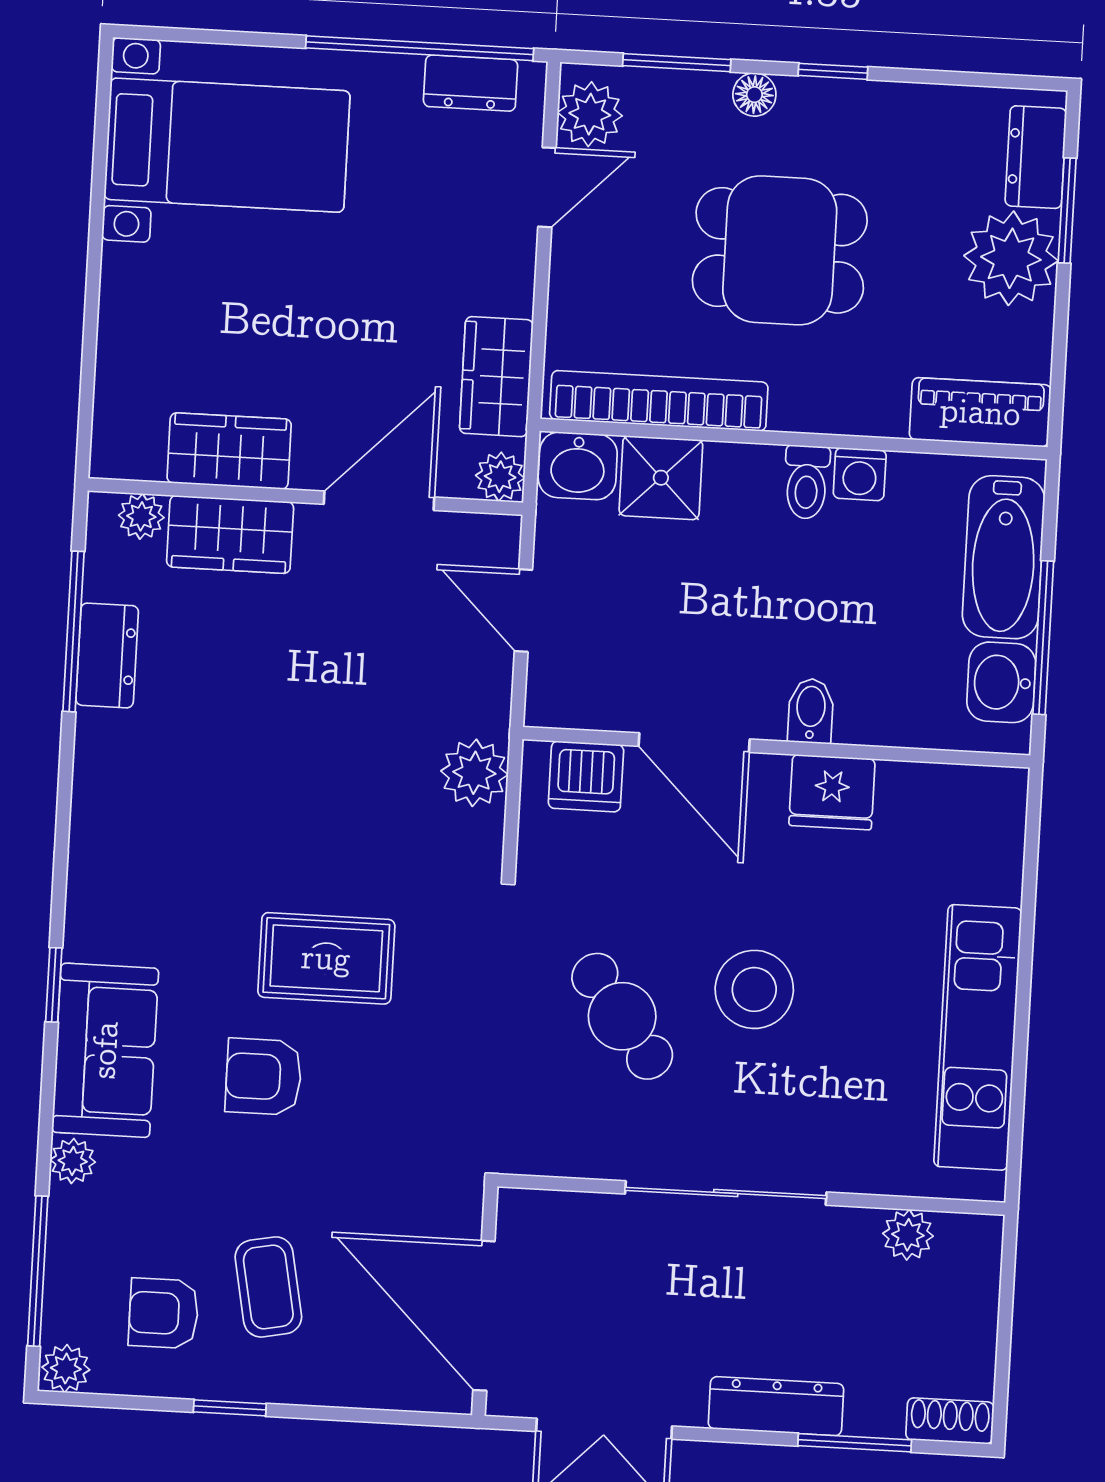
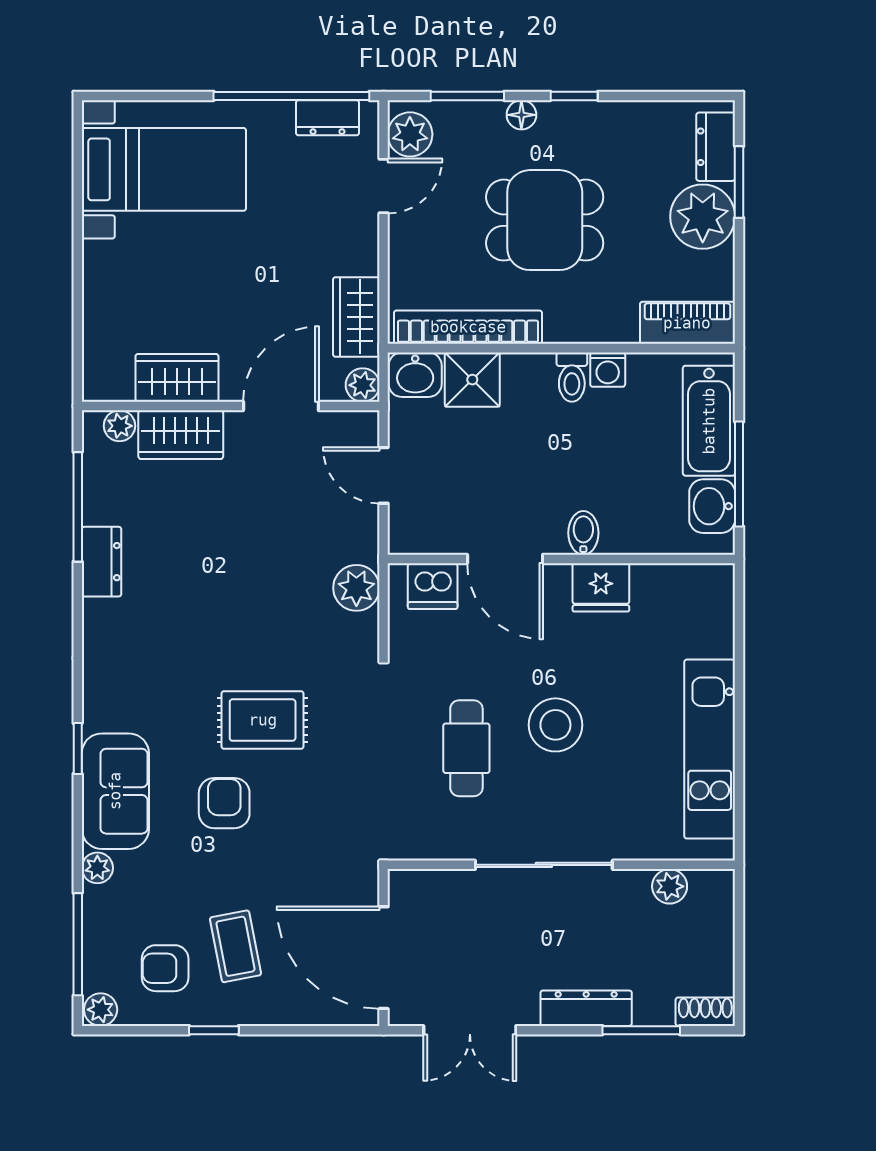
dresser: (107, 655) -> (102, 562), moved
cafe table: (622, 1016) -> (466, 748), turned 37
armchair: (264, 1077) -> (224, 803), turned 90

